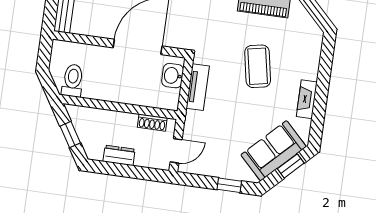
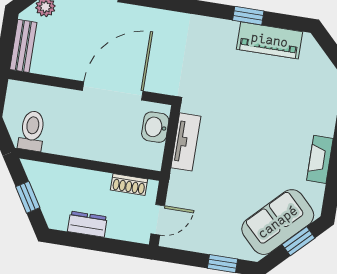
coffee table: (258, 66) -> (260, 118), removed

